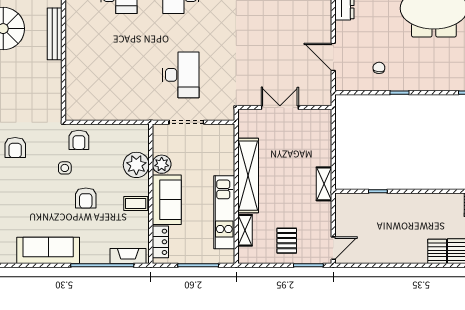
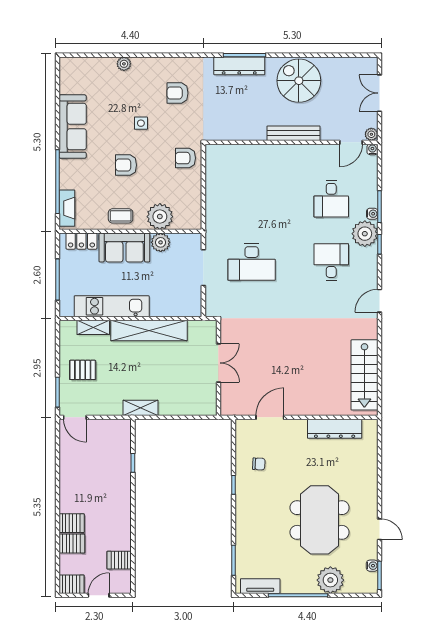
side table: (65, 168) -> (141, 123), moved
coffee table: (136, 203) -> (121, 216), turned 90

